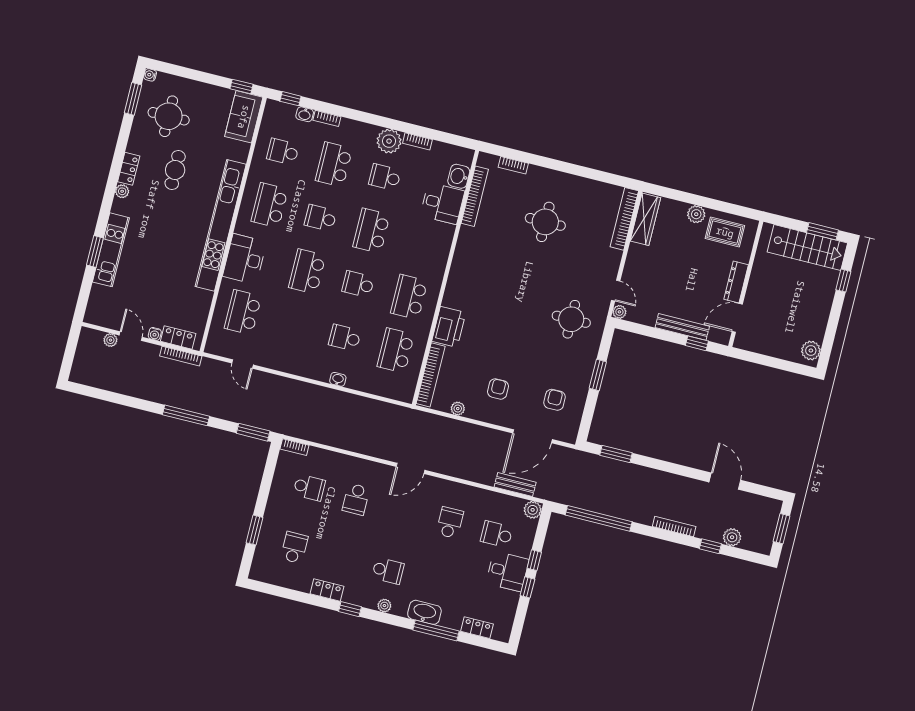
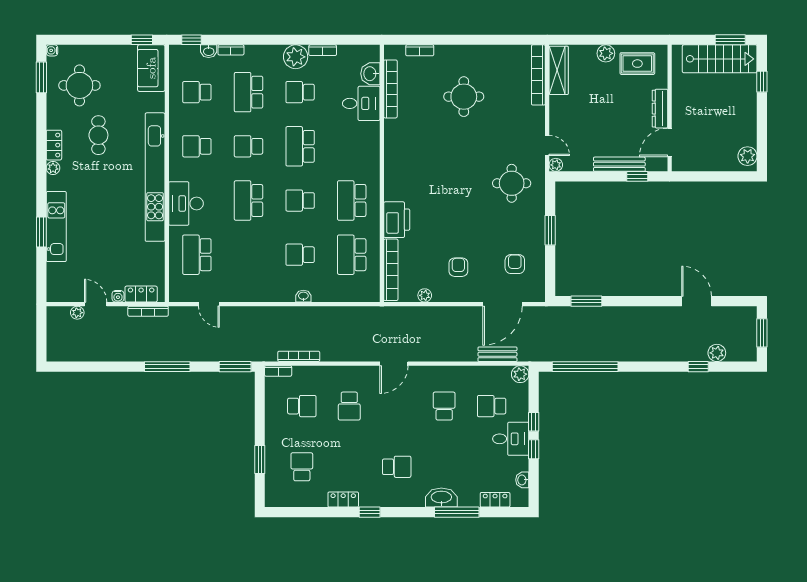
school desk: (270, 205) -> (197, 146), width x0.54
bookcase: (674, 526) -> (299, 356), moved
plant: (384, 606) -> (402, 501), removed
washbasin: (509, 615) -> (522, 480), added

